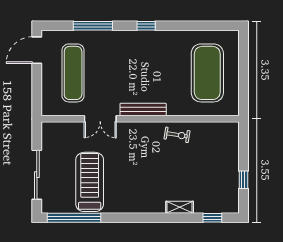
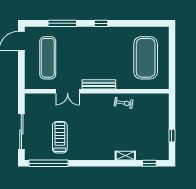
treadmill: (90, 182) -> (60, 137), width x0.73, depth x0.73

